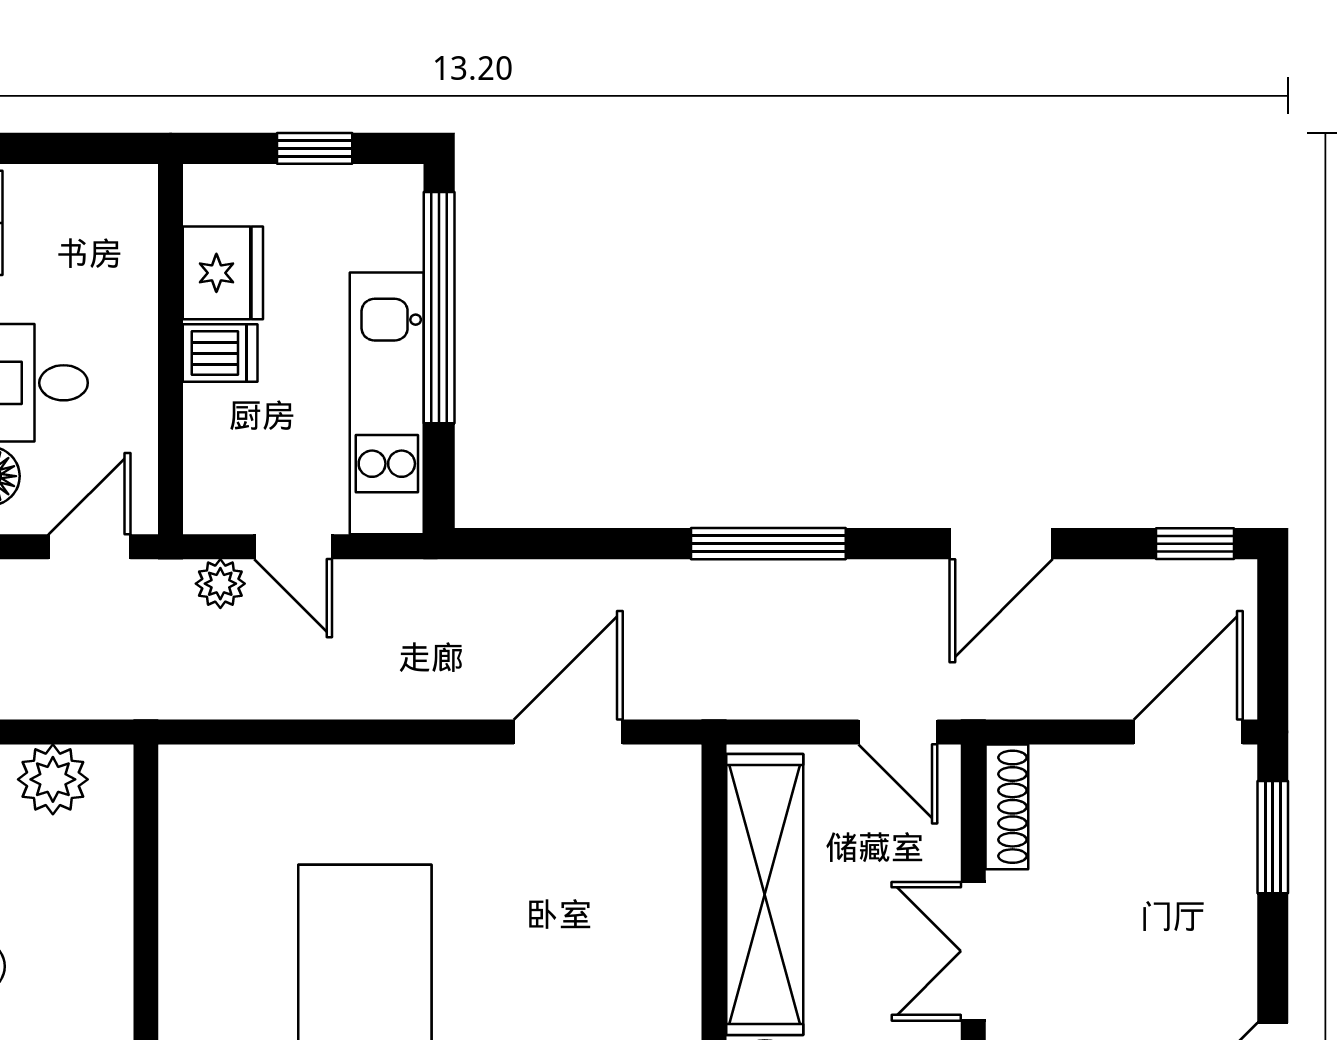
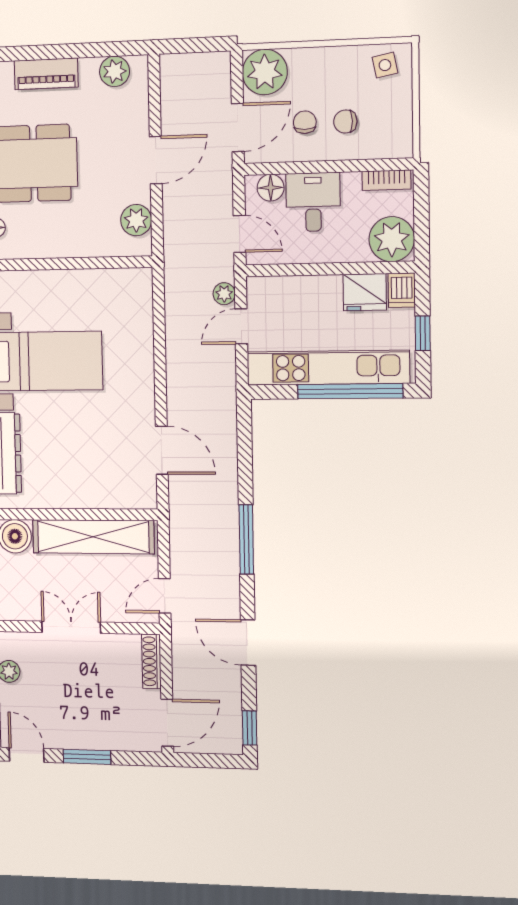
plant: (109, 213) -> (392, 239), added
dishwasher: (220, 353) -> (402, 290), moved
kitchen unit: (387, 403) -> (328, 368), width x1.36
door: (1188, 732) -> (167, 723), hinge flipped
shoe rack: (1007, 807) -> (151, 661), moved, turned 90
window: (1273, 837) -> (87, 757), moved

